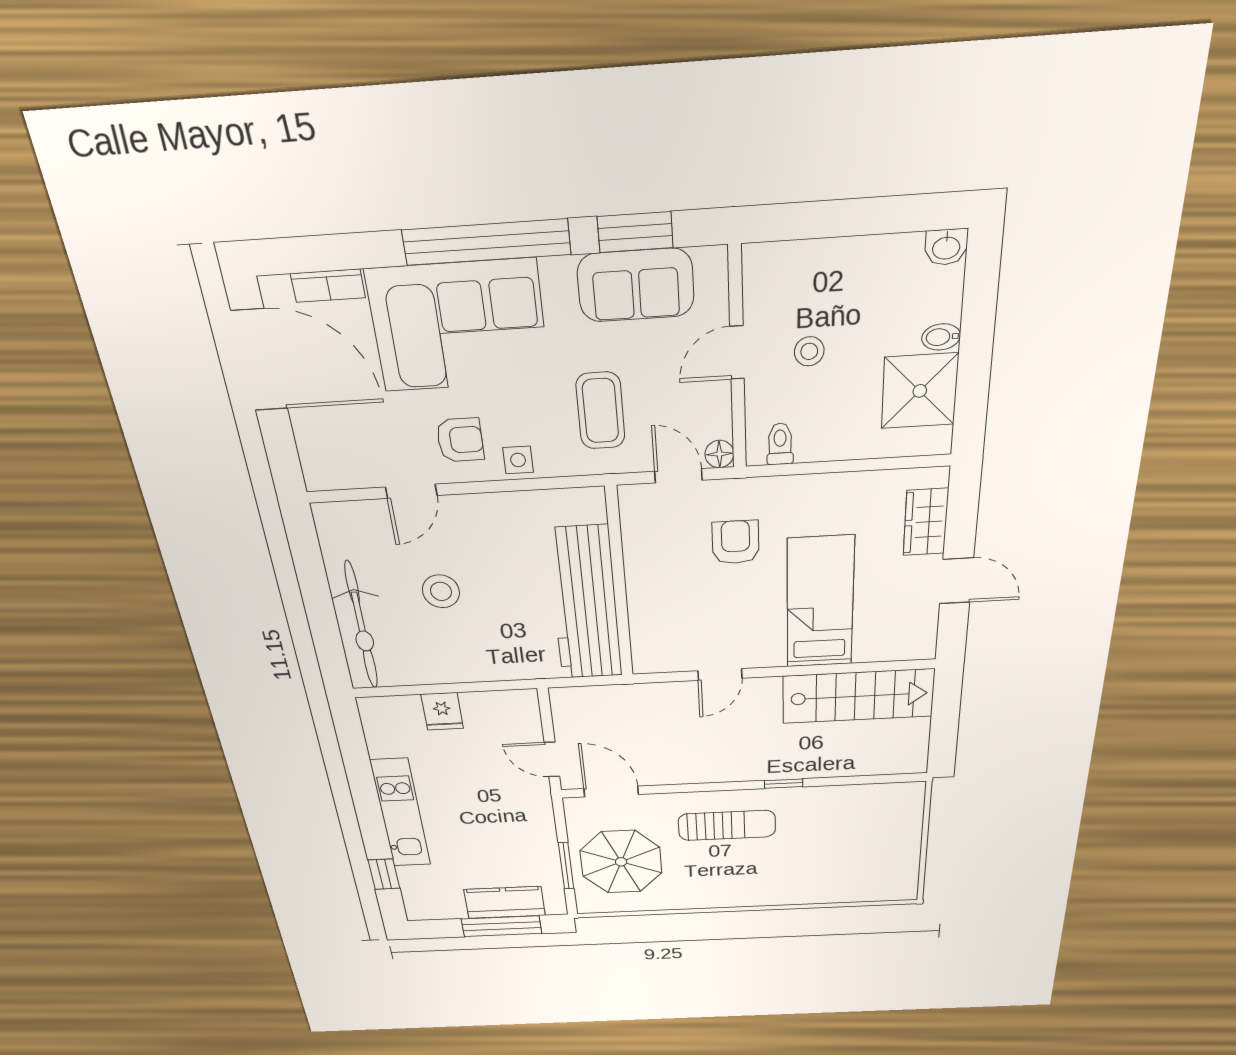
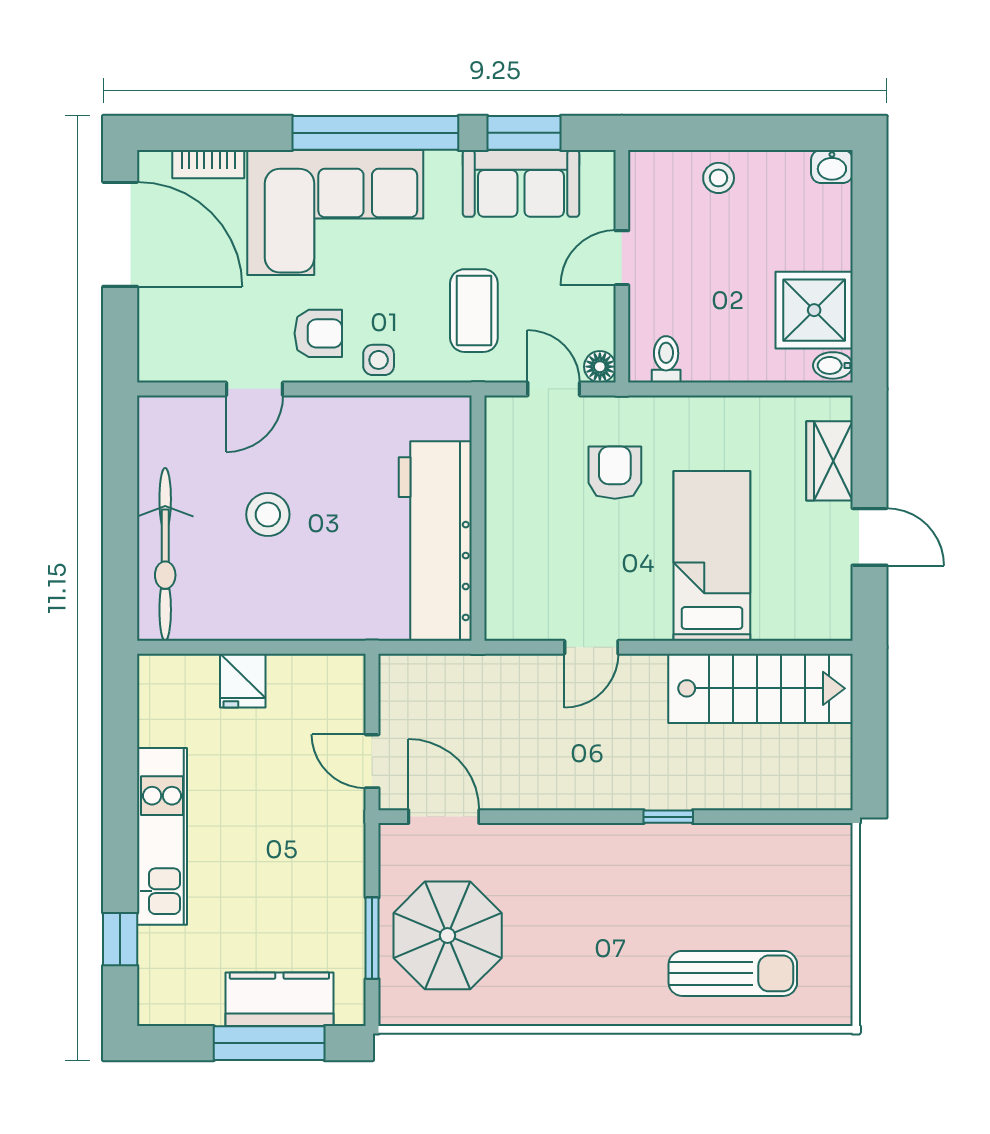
bidet: (941, 337) -> (833, 365), moved
stool: (809, 351) -> (719, 178), moved
sun lounger: (727, 825) -> (733, 973), moved

